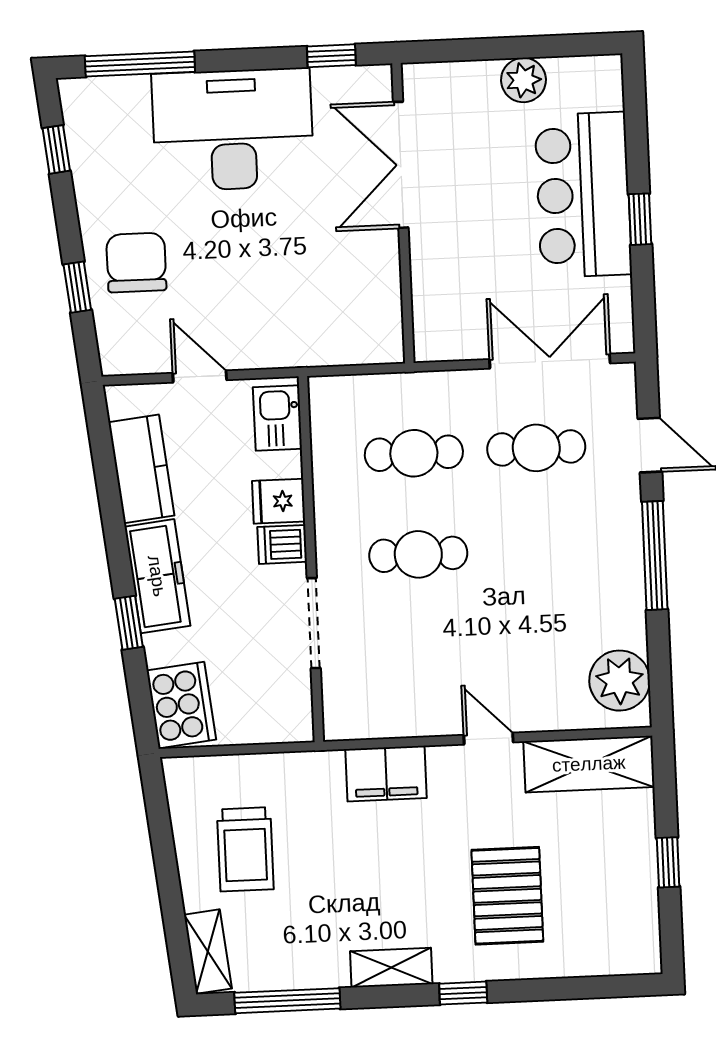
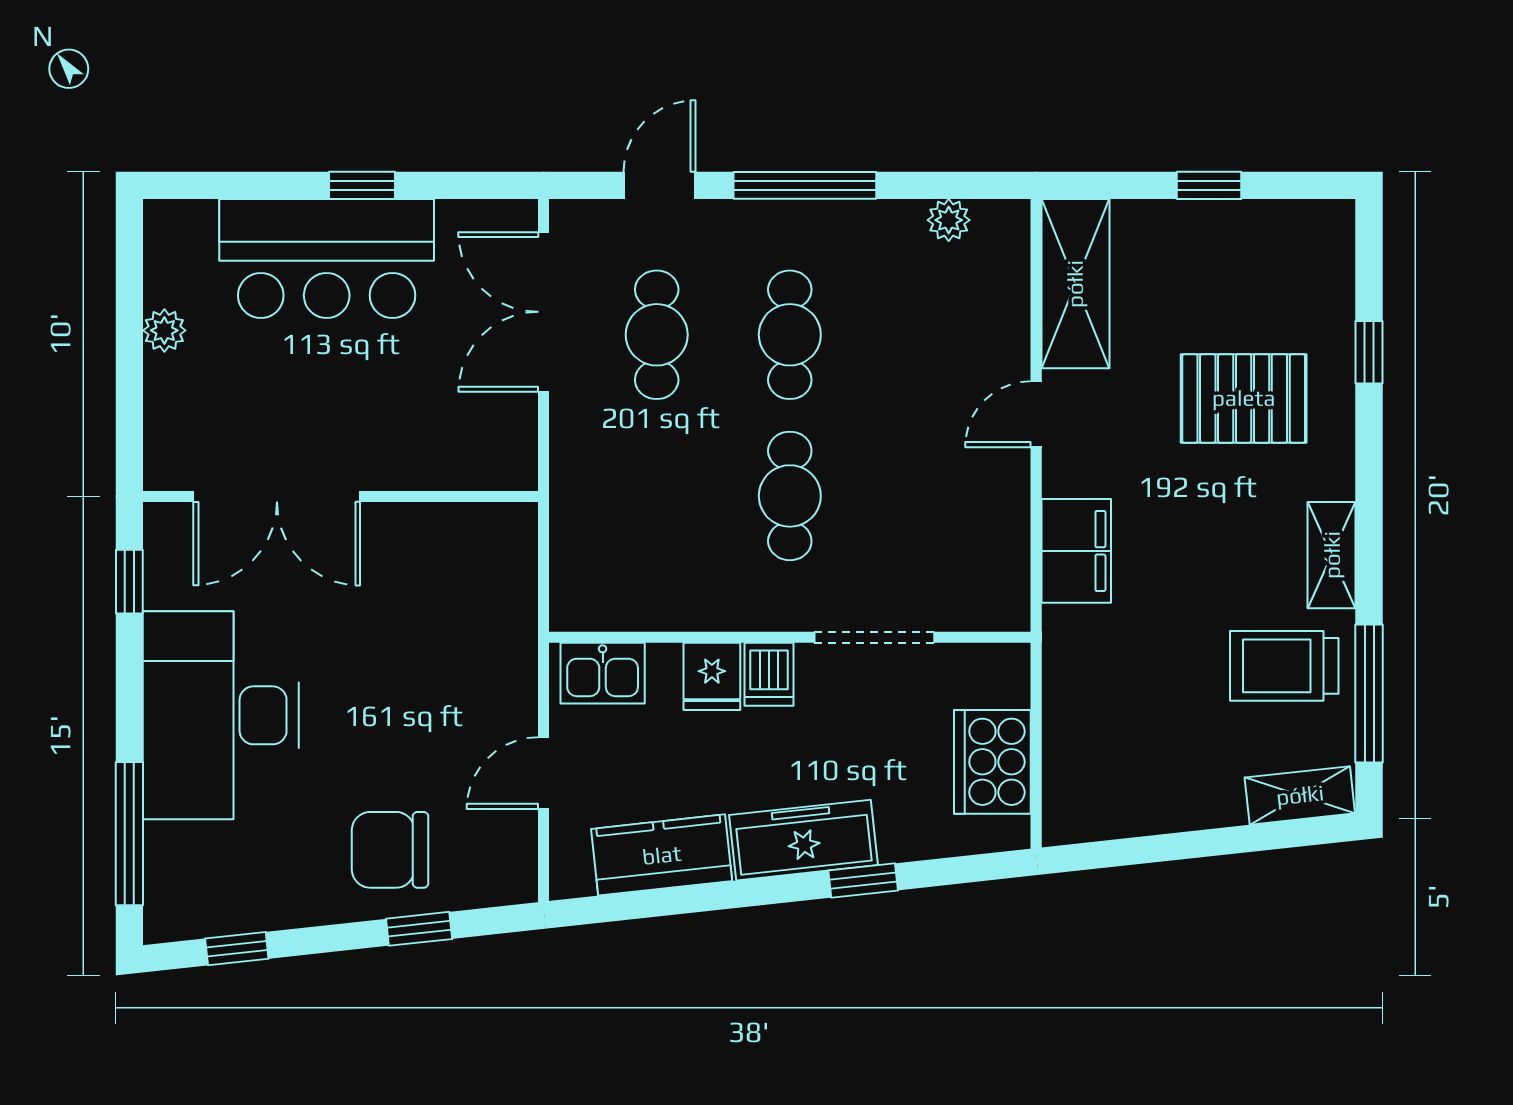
plant: (523, 80) -> (164, 330), width x0.73, depth x0.73
cafe table: (414, 453) -> (790, 335), moved
plant: (620, 681) -> (949, 220), width x0.53, depth x0.53
cooker: (181, 705) -> (992, 762), moved, turned -84
trolley: (245, 849) -> (1284, 666), moved, turned 180
window: (463, 993) -> (1369, 352), moved

